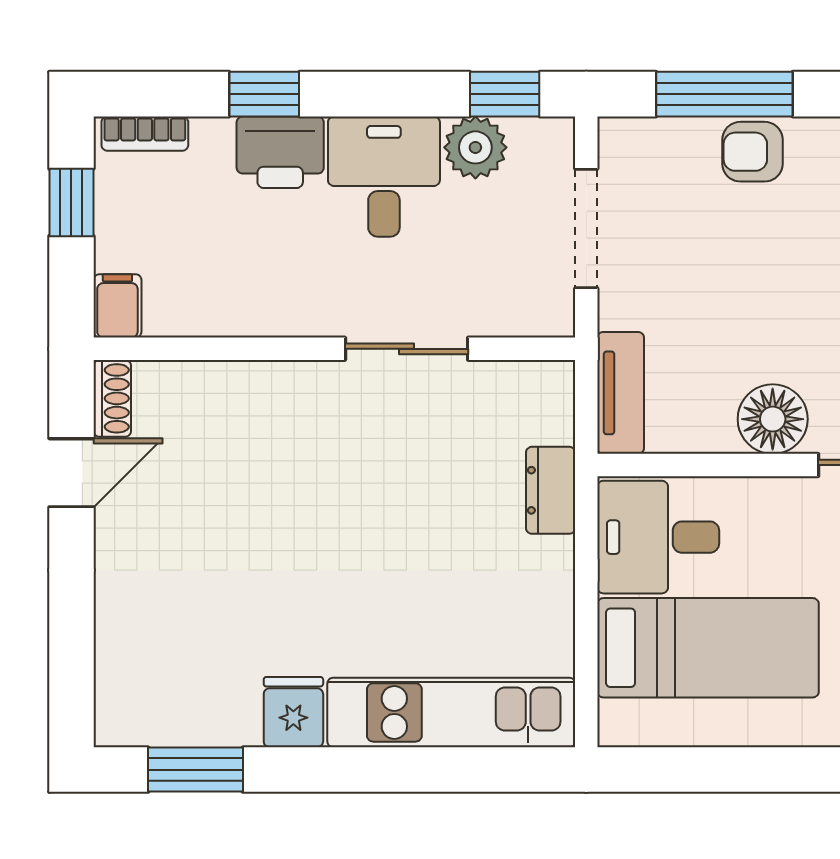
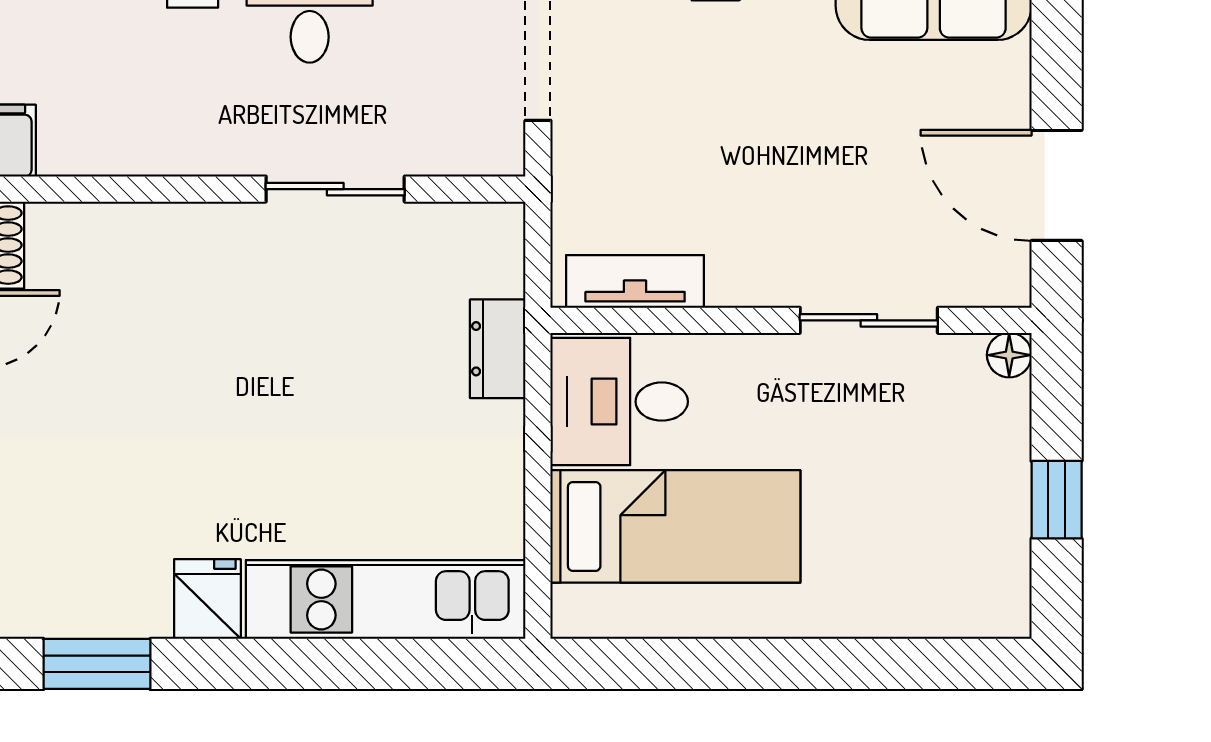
tv unit: (621, 393) -> (635, 281), moved, turned -90
floor lamp: (773, 419) -> (748, 268), removed

